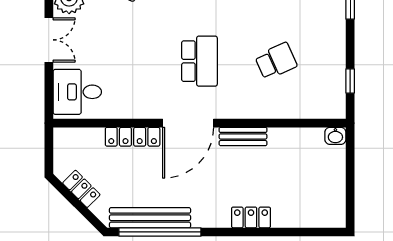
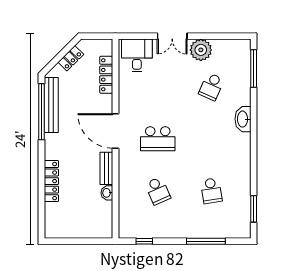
washbasin: (335, 136) -> (107, 193), moved
locker: (133, 137) -> (106, 75), moved
locker: (251, 217) -> (51, 181), width x1.53

